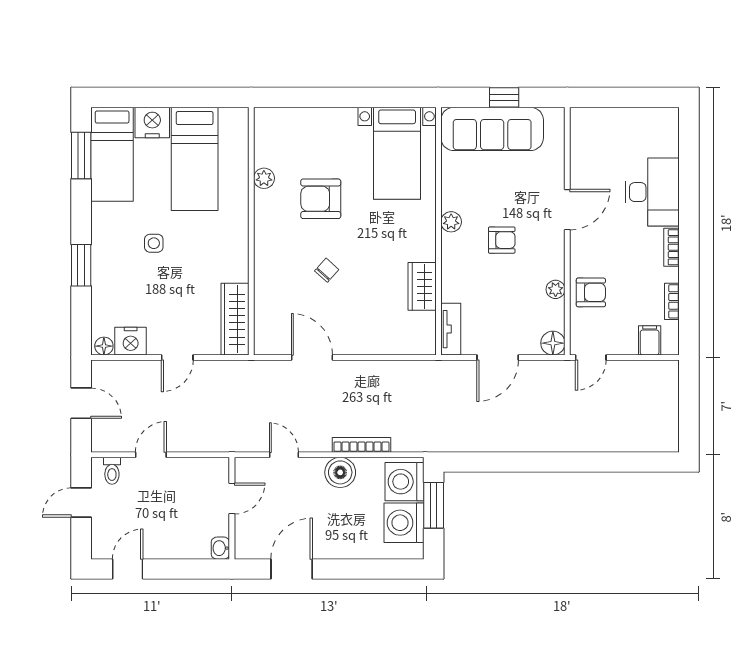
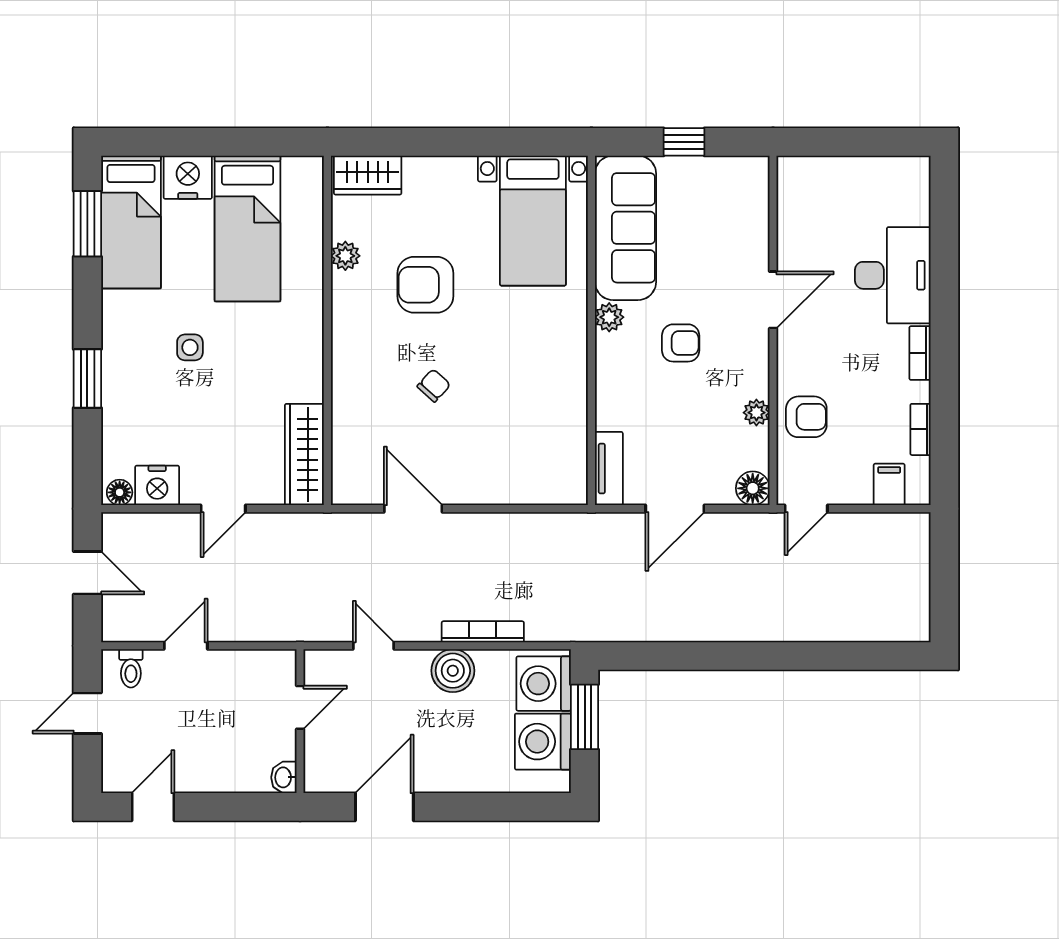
sofa: (492, 129) -> (626, 228), moved, turned -90
wardrobe: (422, 286) -> (368, 175), moved, turned -90

